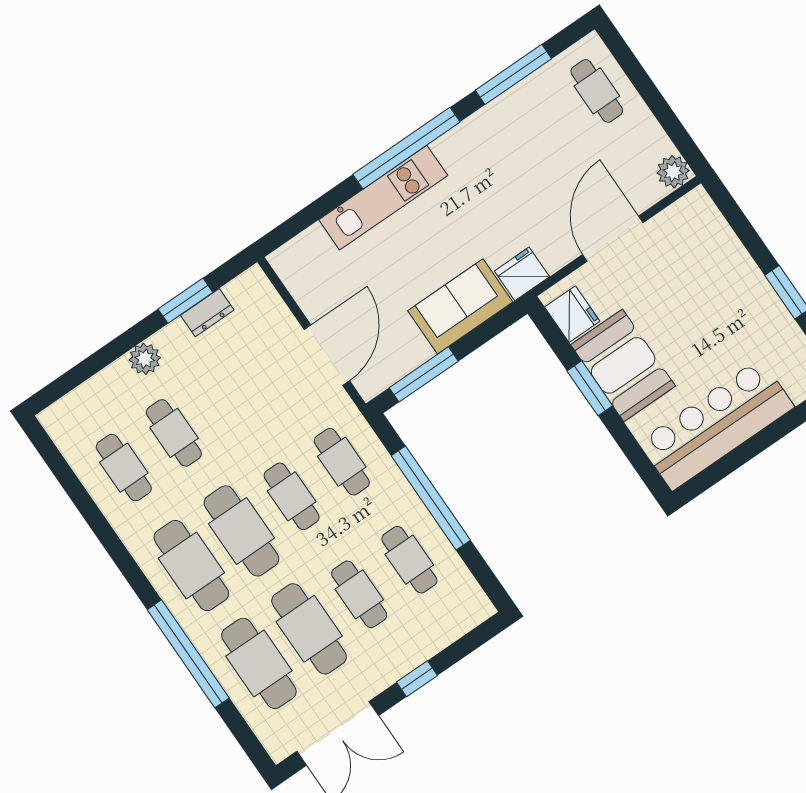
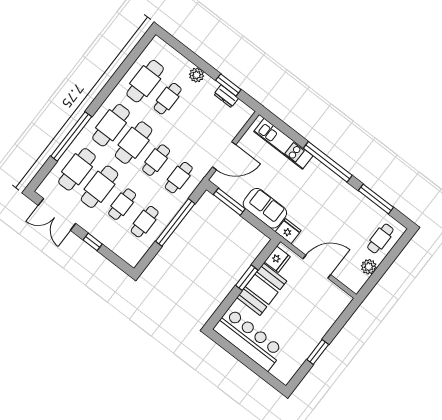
plant: (673, 172) -> (369, 267), moved
kitchen unit: (383, 198) -> (283, 144), moved
cafe table: (124, 468) -> (145, 81), width x1.37, depth x1.35

